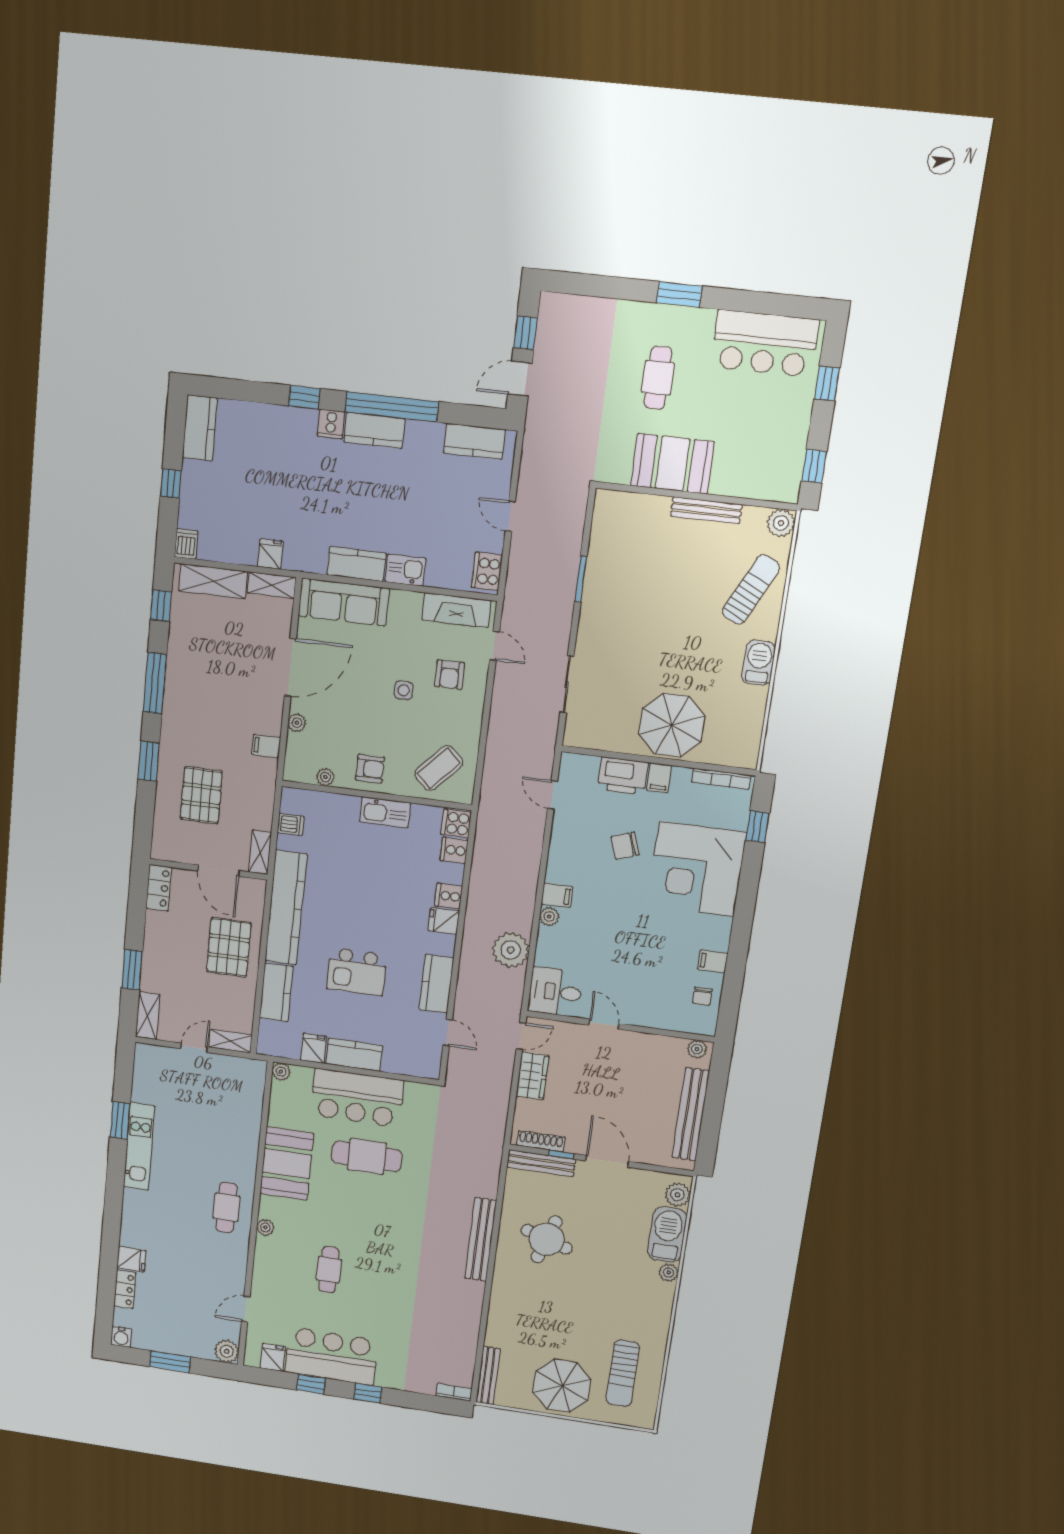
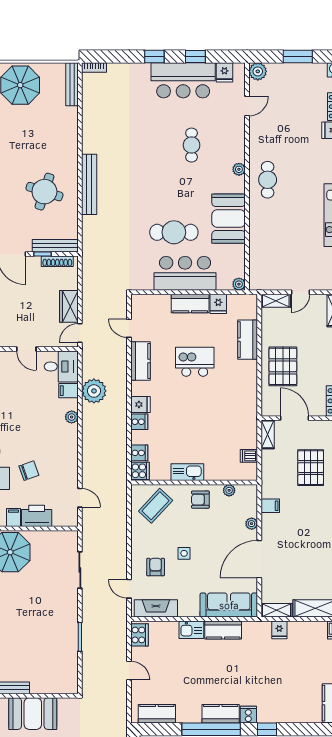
filing cabinet: (557, 895) -> (68, 391), moved
kitchen counter: (286, 908) -> (247, 399), removed

